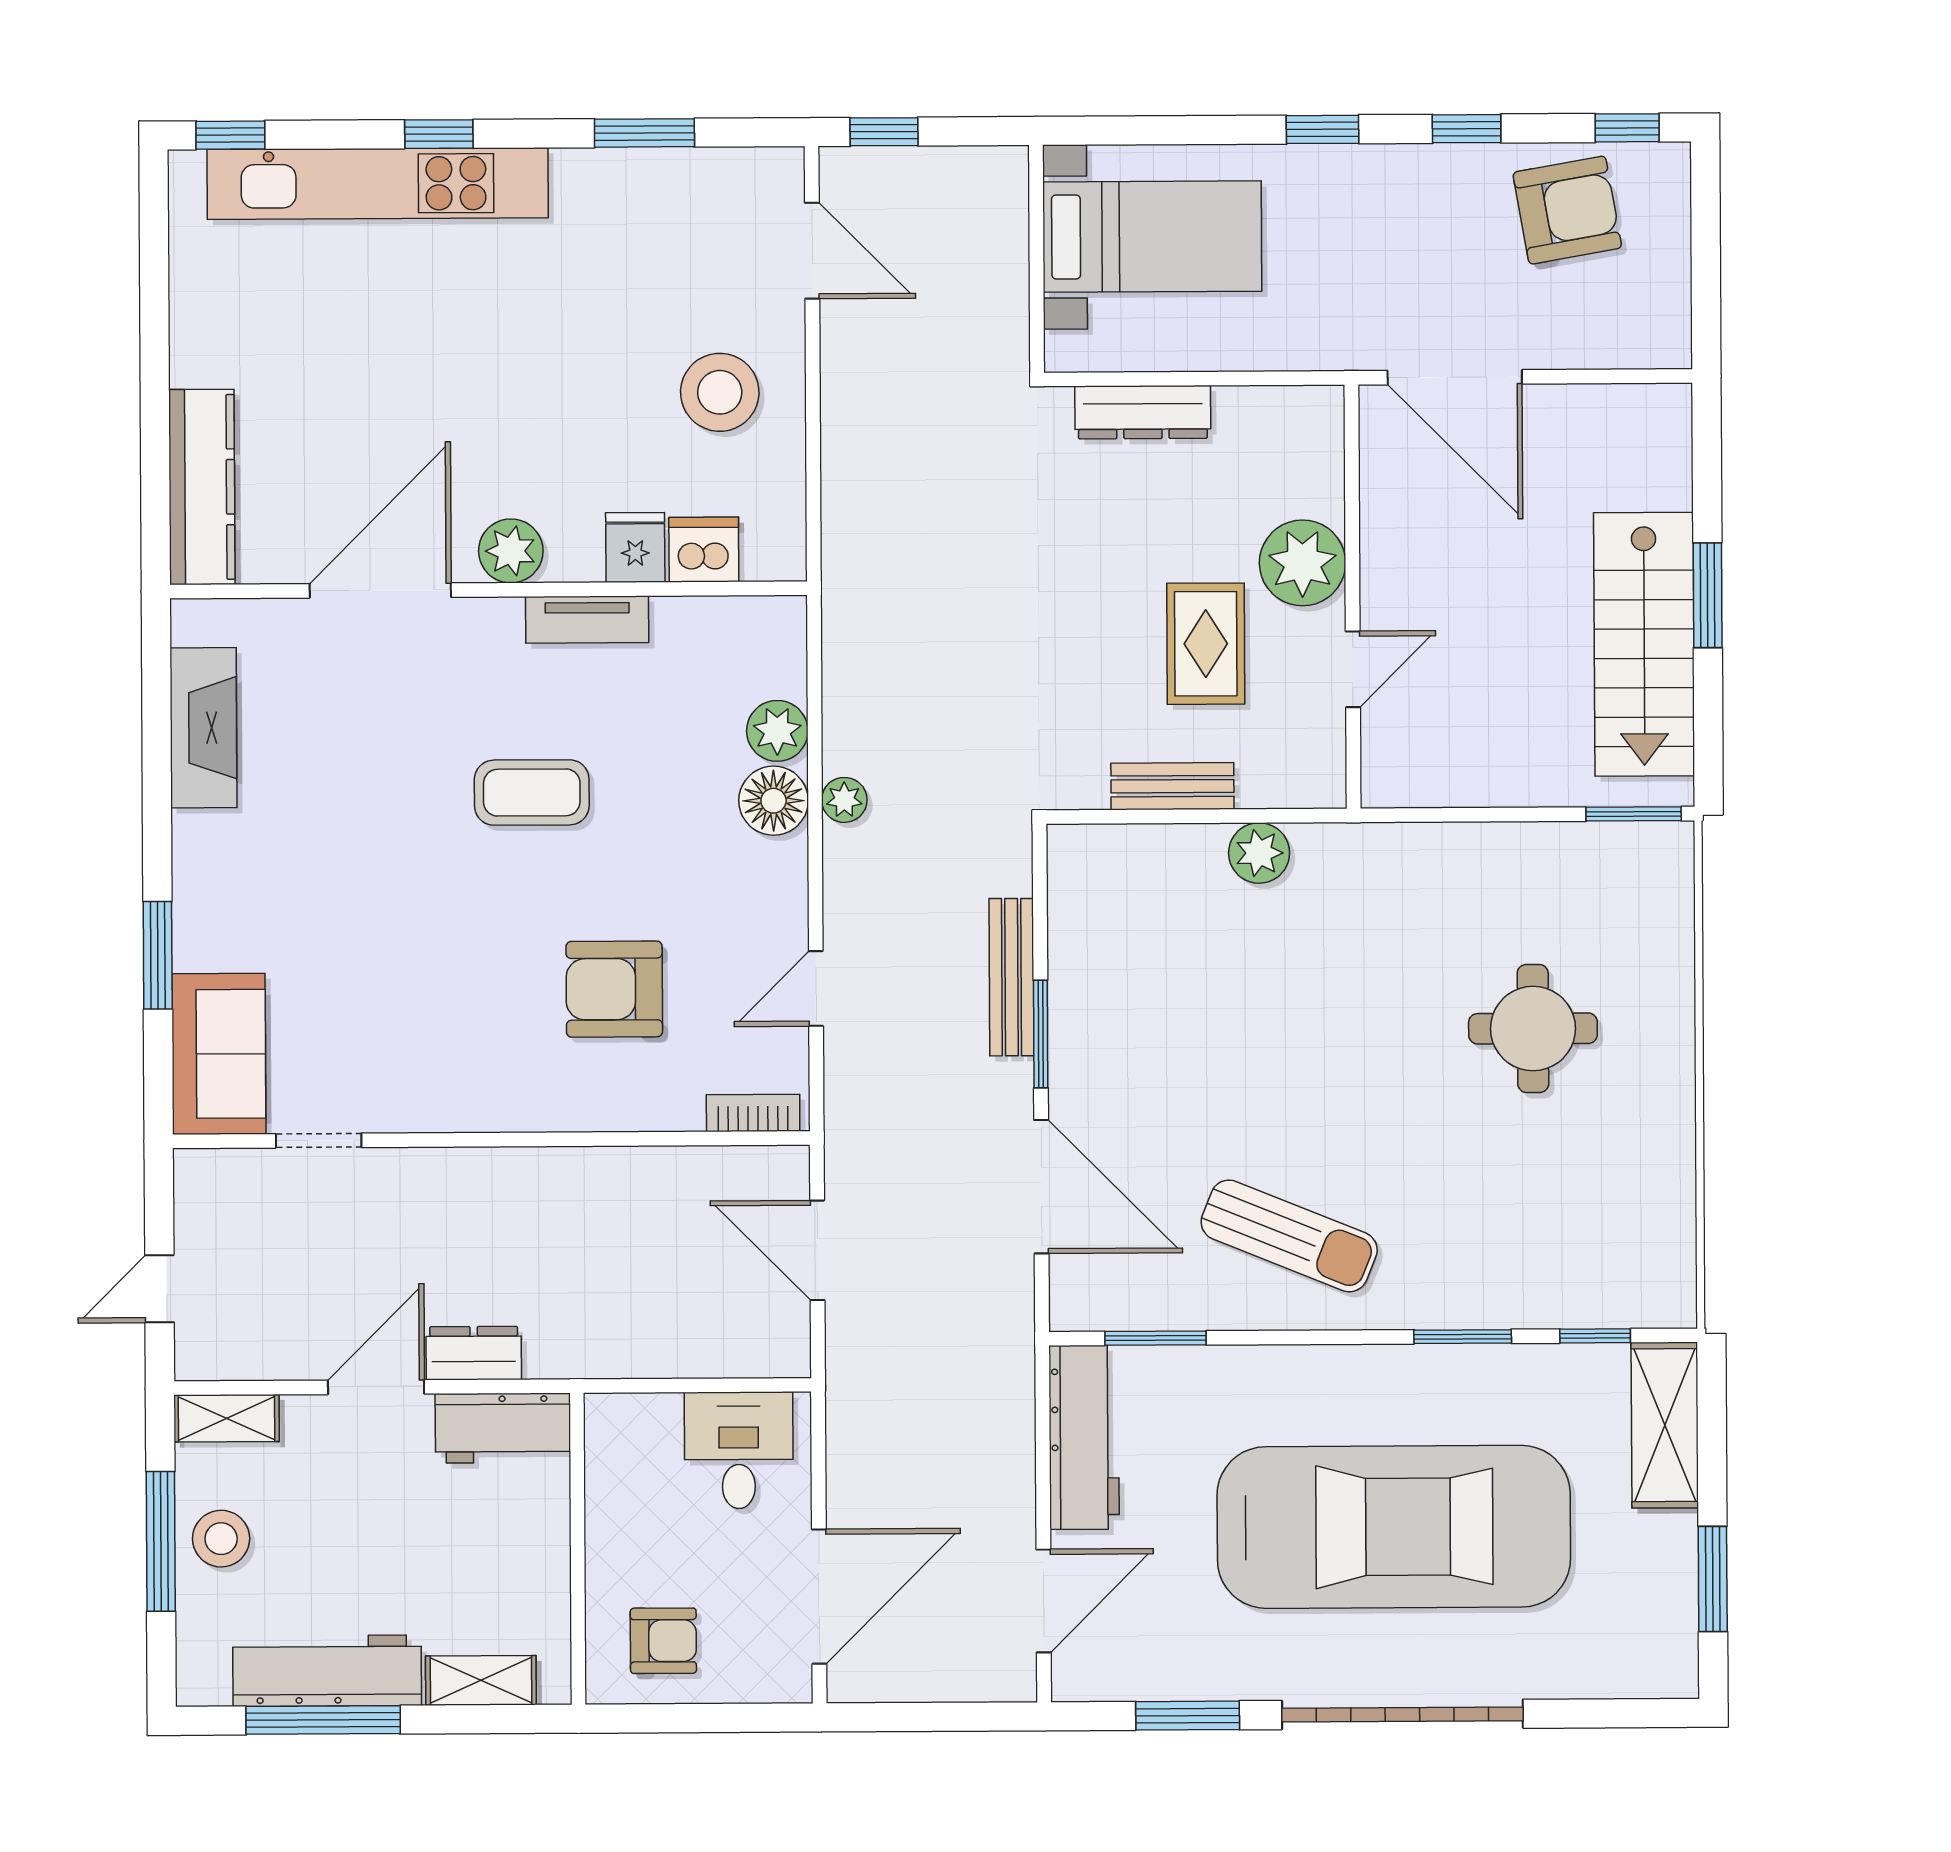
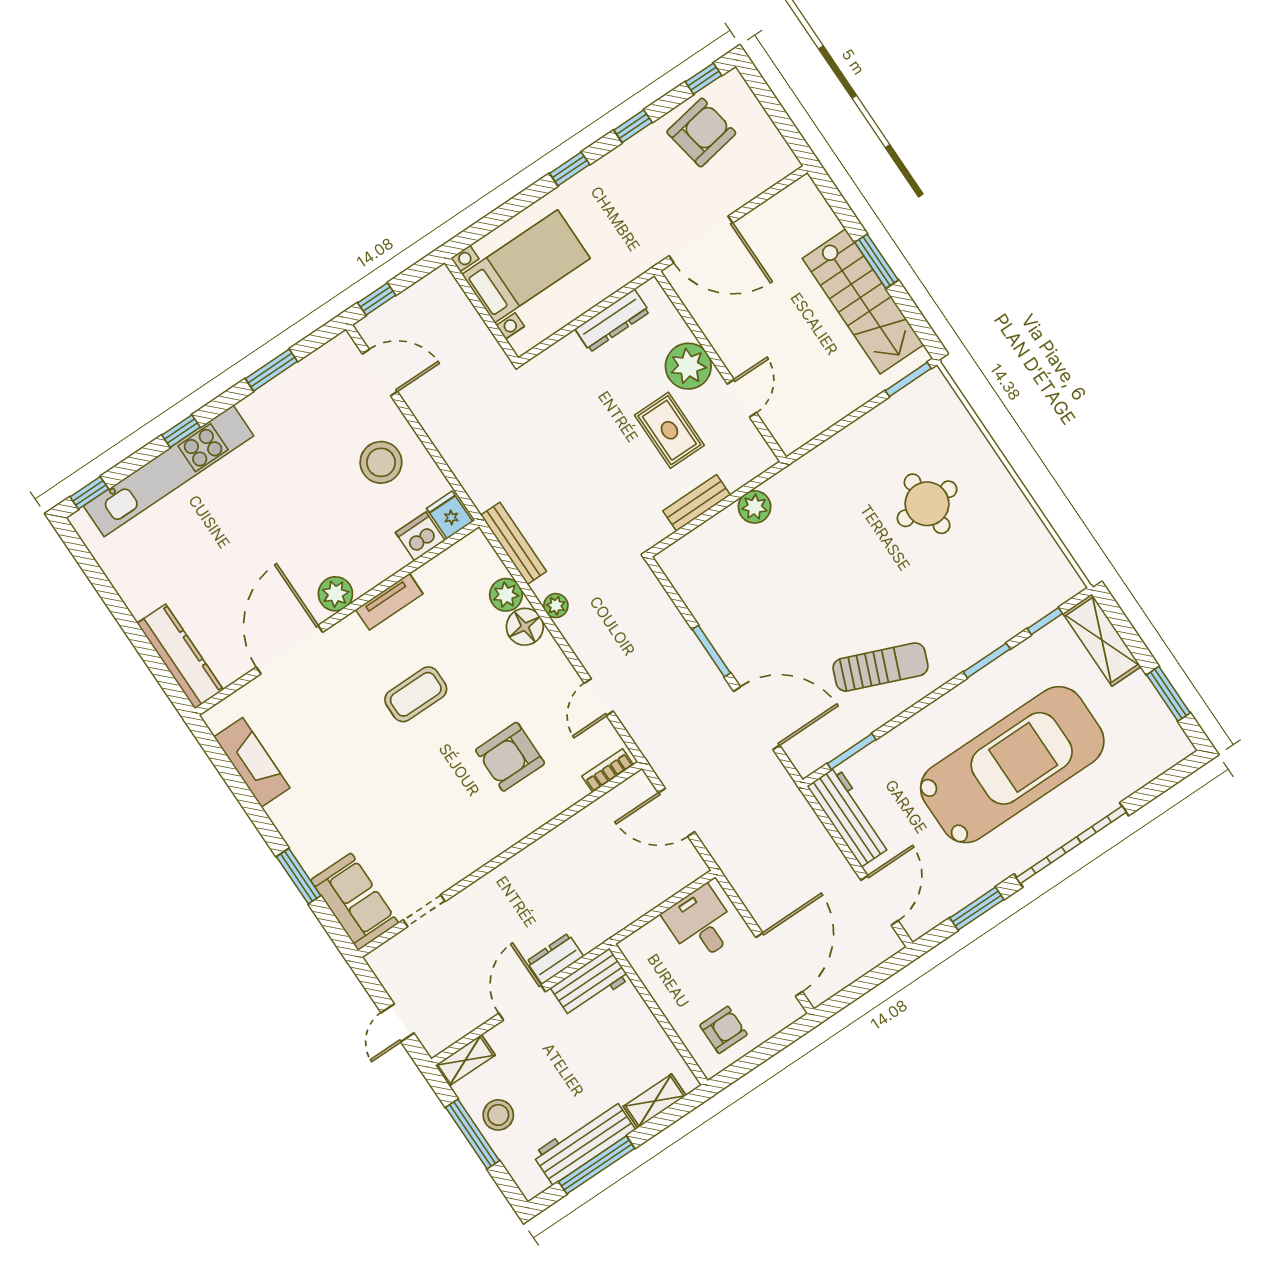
dresser: (1143, 412) -> (612, 320), moved
fridge: (635, 547) -> (450, 515), moved
bench: (1011, 977) -> (514, 543), moved

